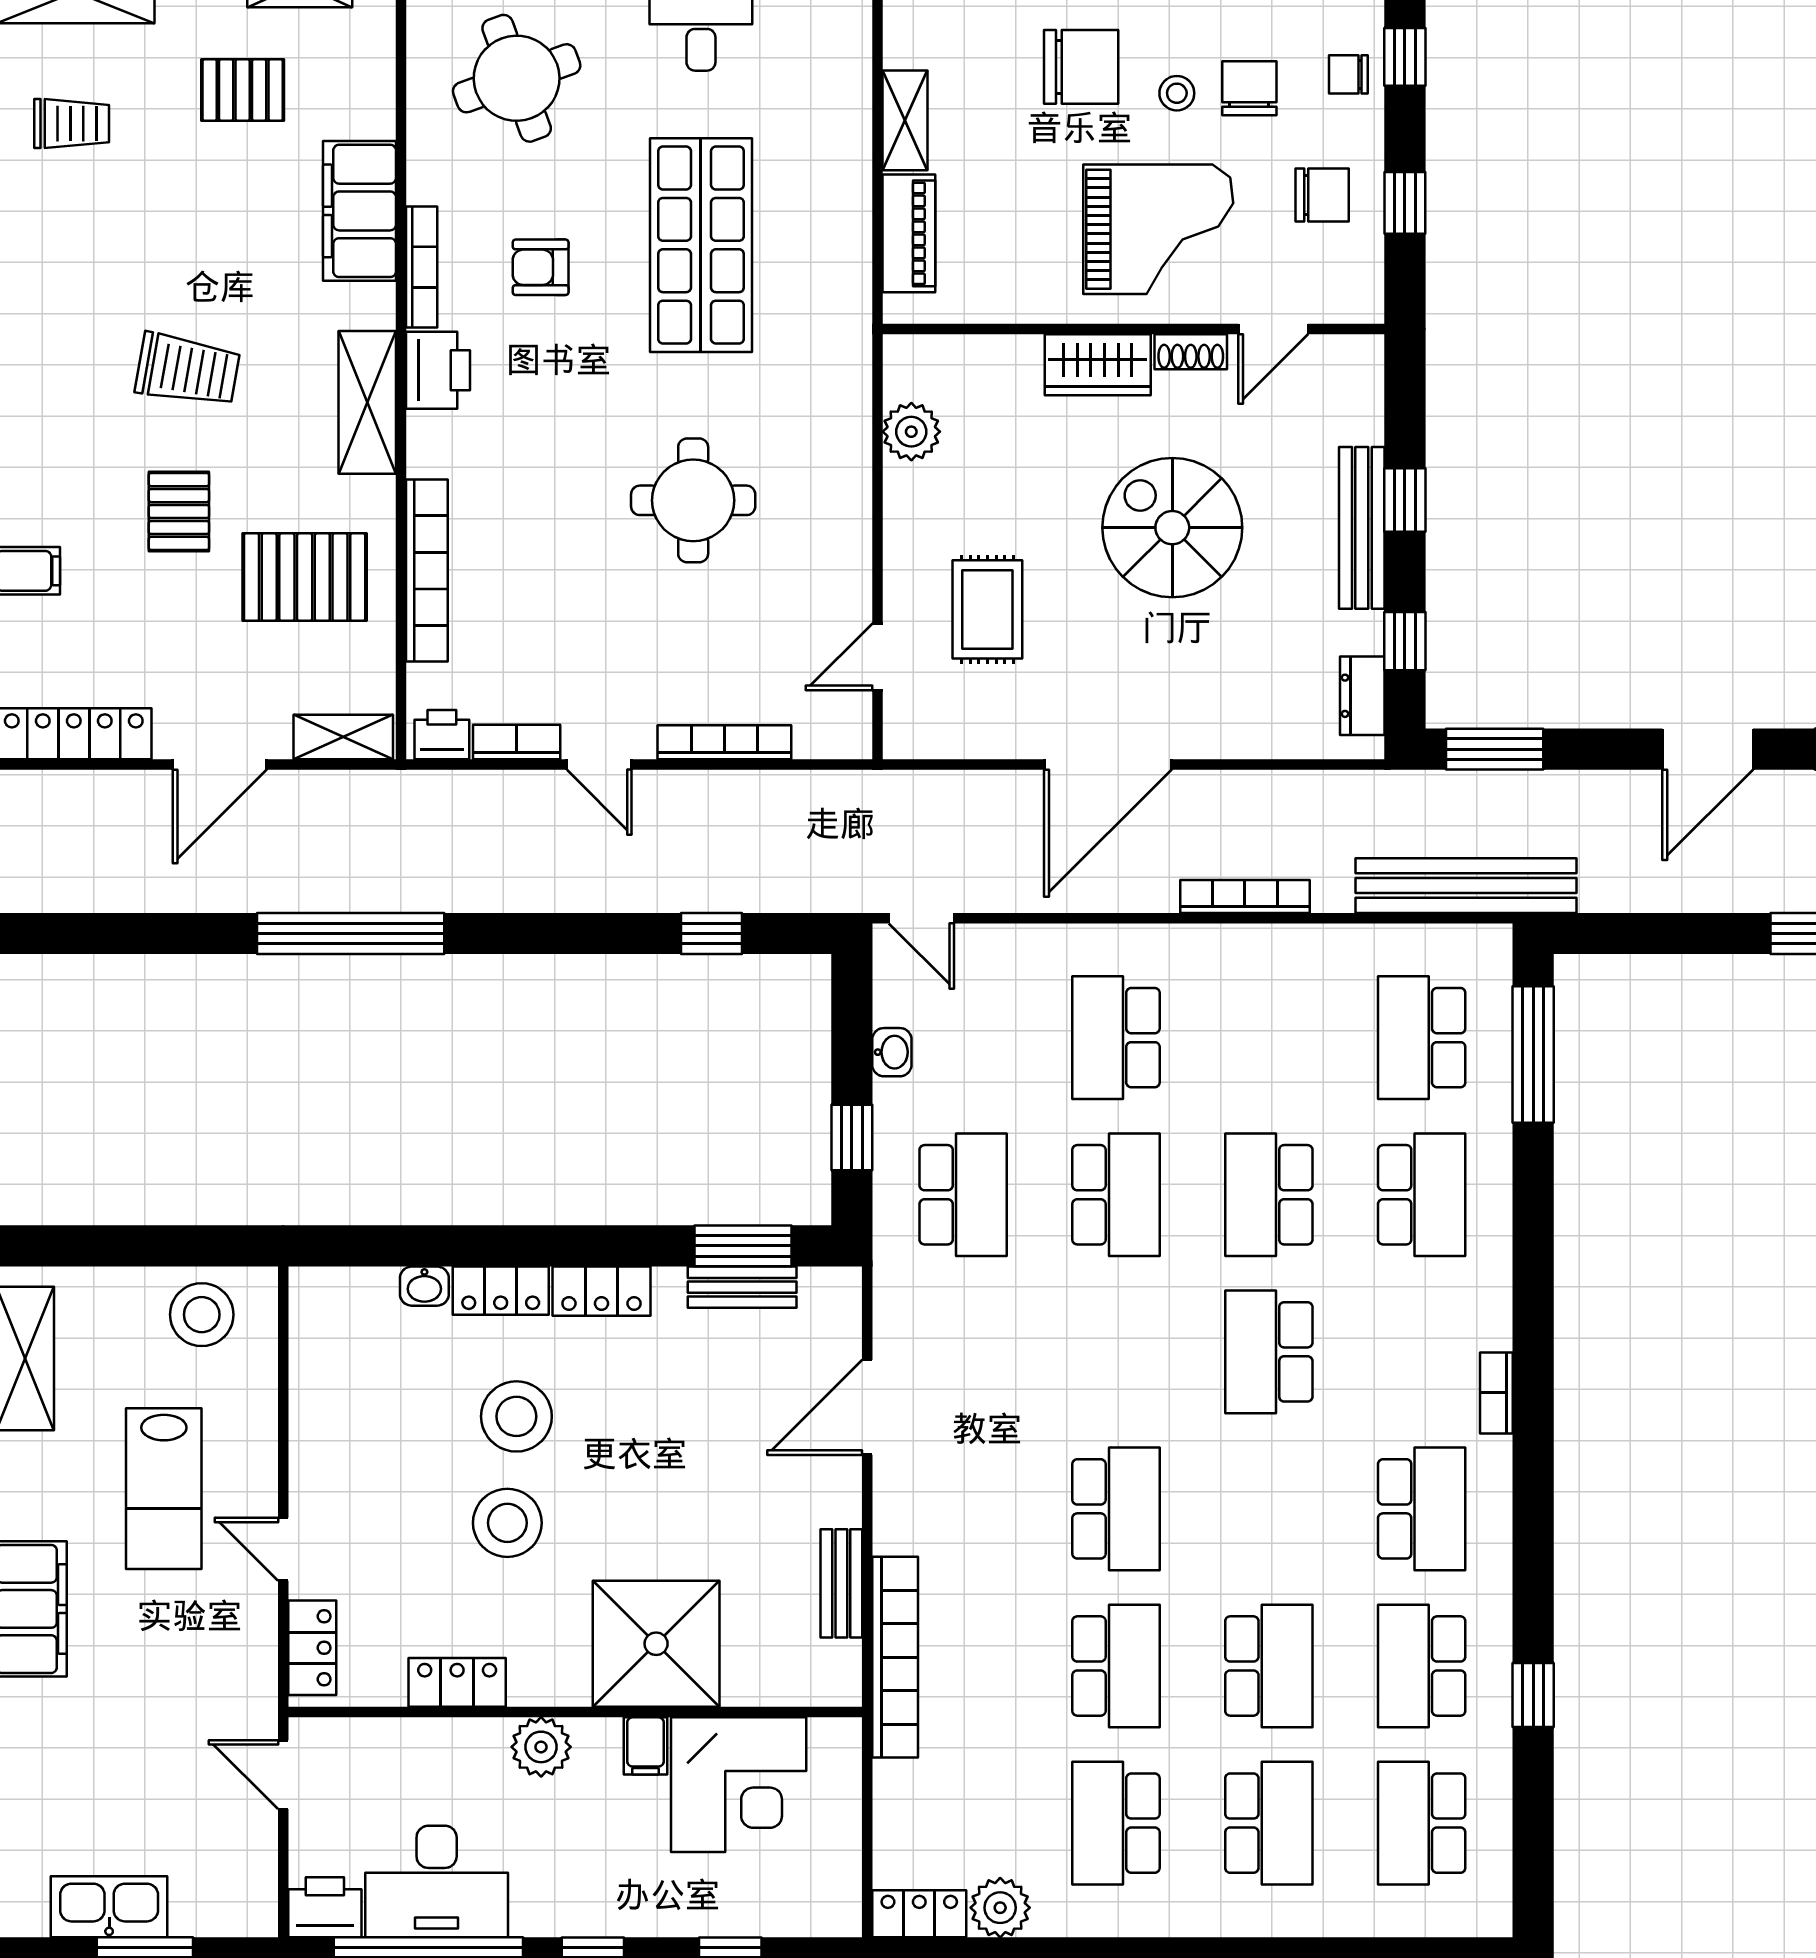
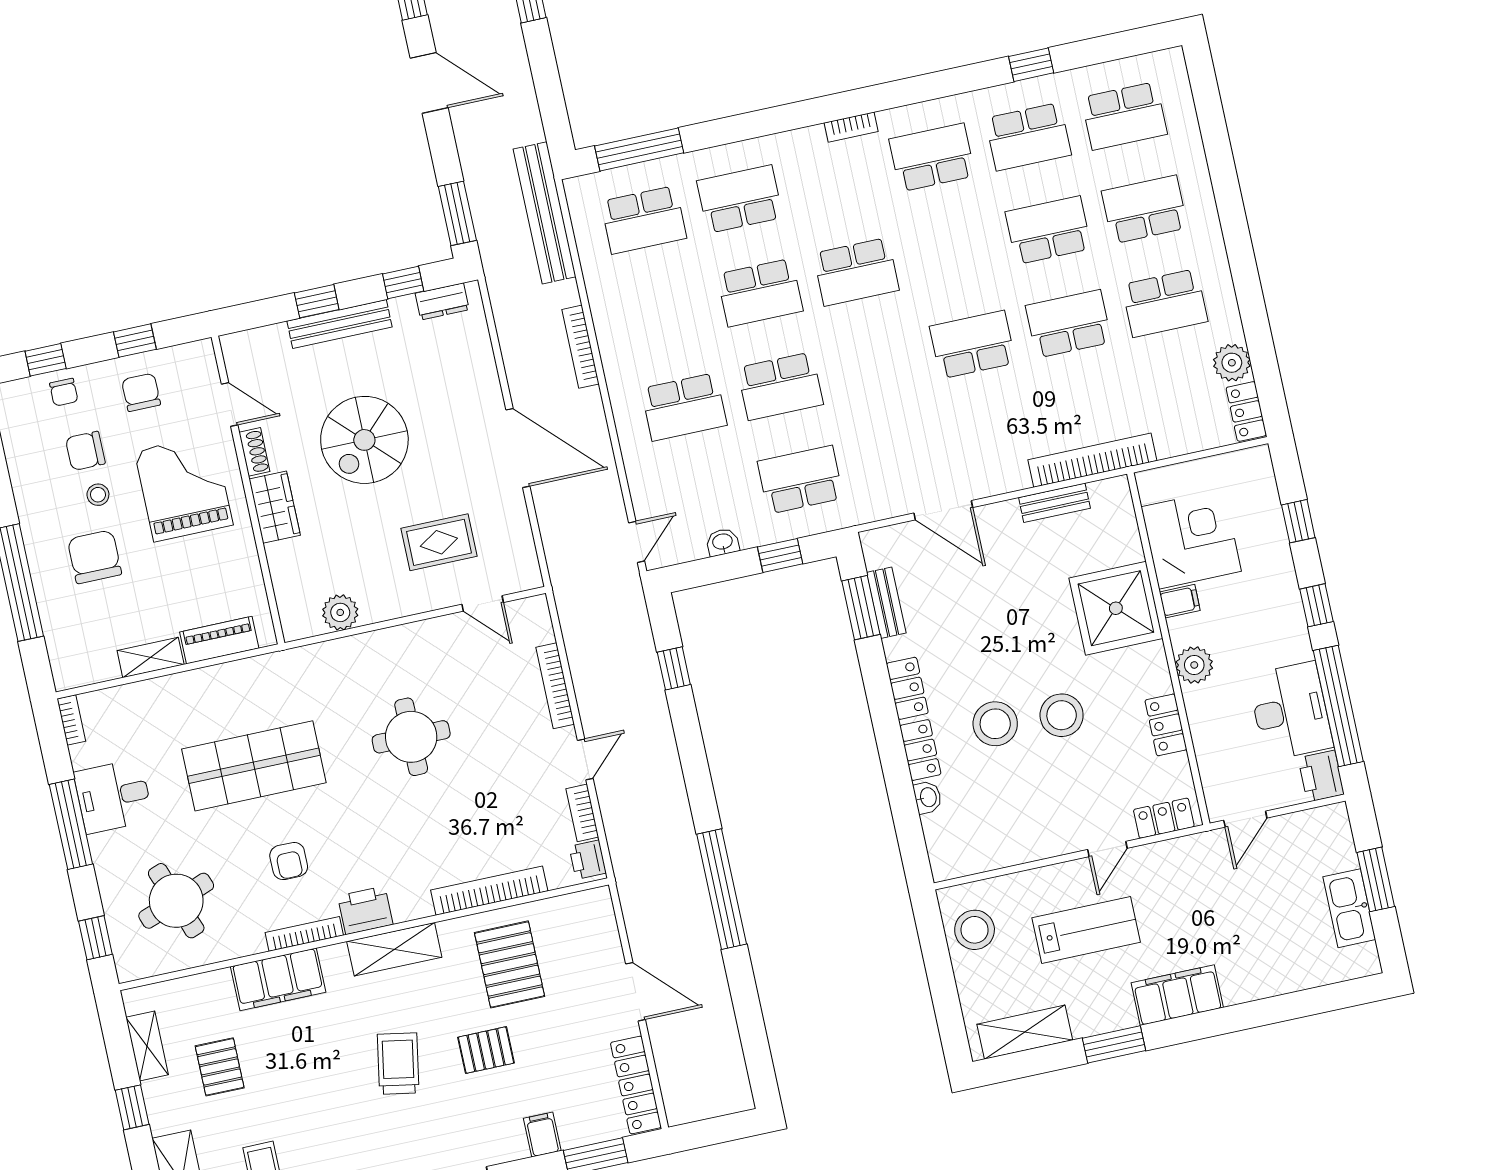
shelving: (343, 737) -> (602, 920), removed
school desk: (1116, 1195) -> (780, 386), turned 180

